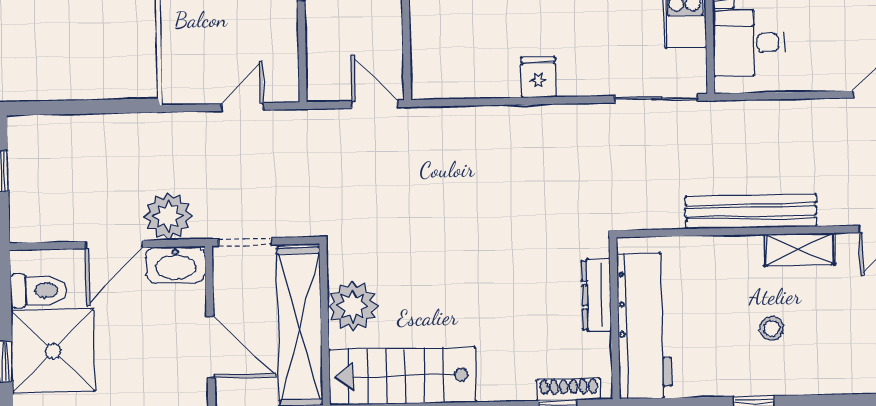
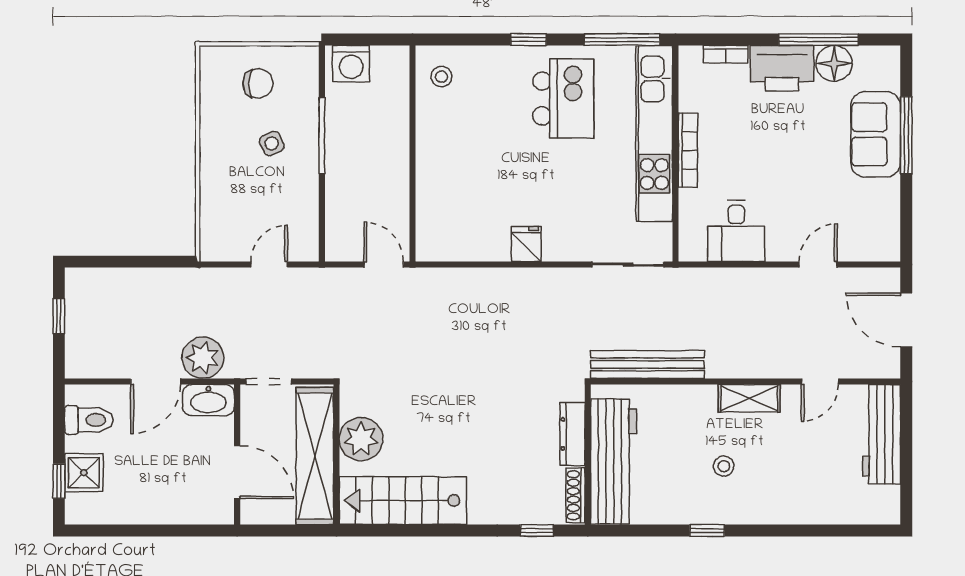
desk: (749, 43) -> (736, 231), moved, turned -90
bench: (751, 211) -> (648, 364), moved
shower: (53, 351) -> (84, 473), width x0.54, depth x0.54
shoe rack: (569, 389) -> (576, 495), moved, turned -90

